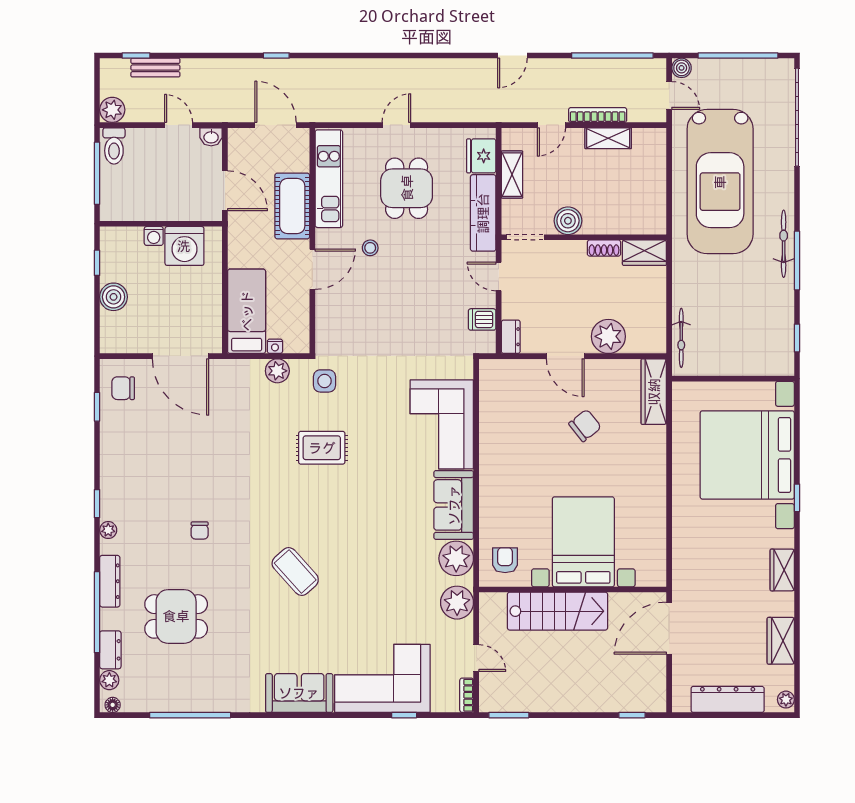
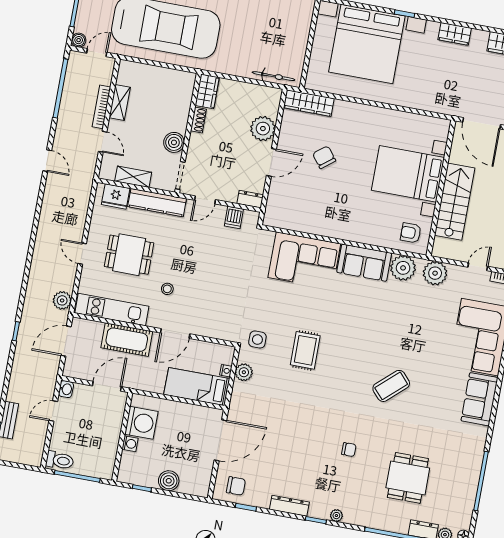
plant: (112, 110) -> (62, 300), moved
door: (312, 269) -> (175, 333), swing flipped
chair: (123, 388) -> (236, 486), turned -90
dresser: (110, 581) -> (289, 506), moved

